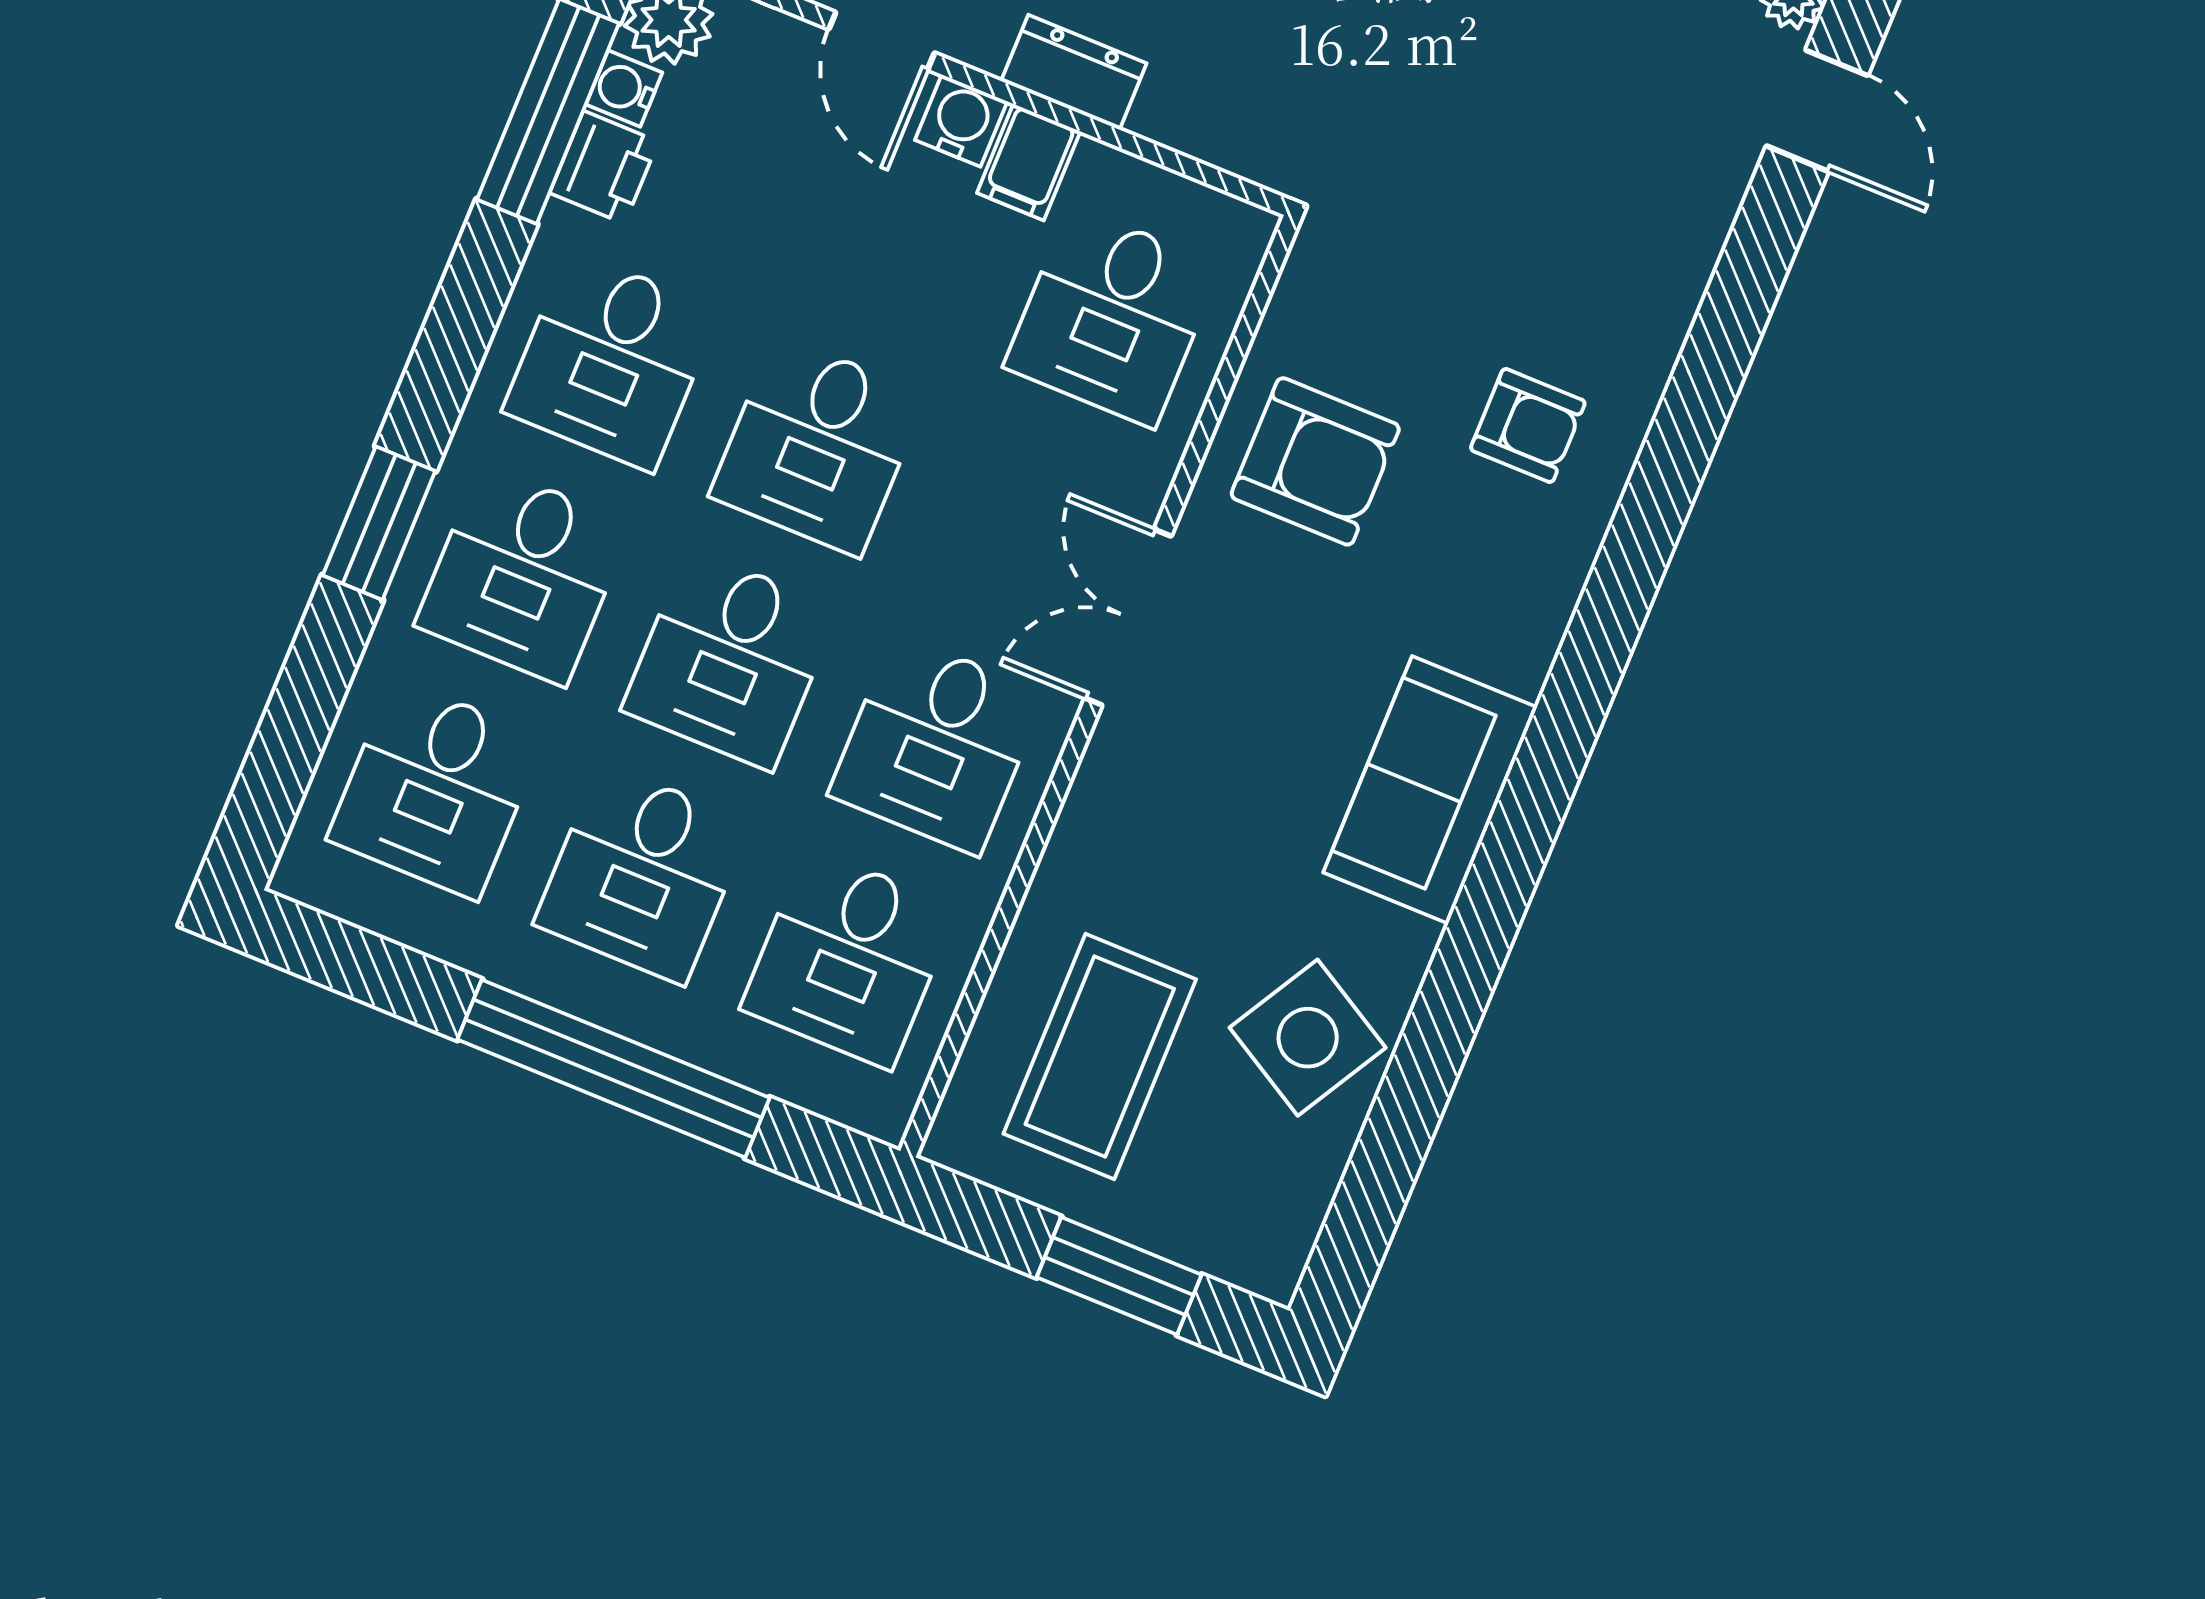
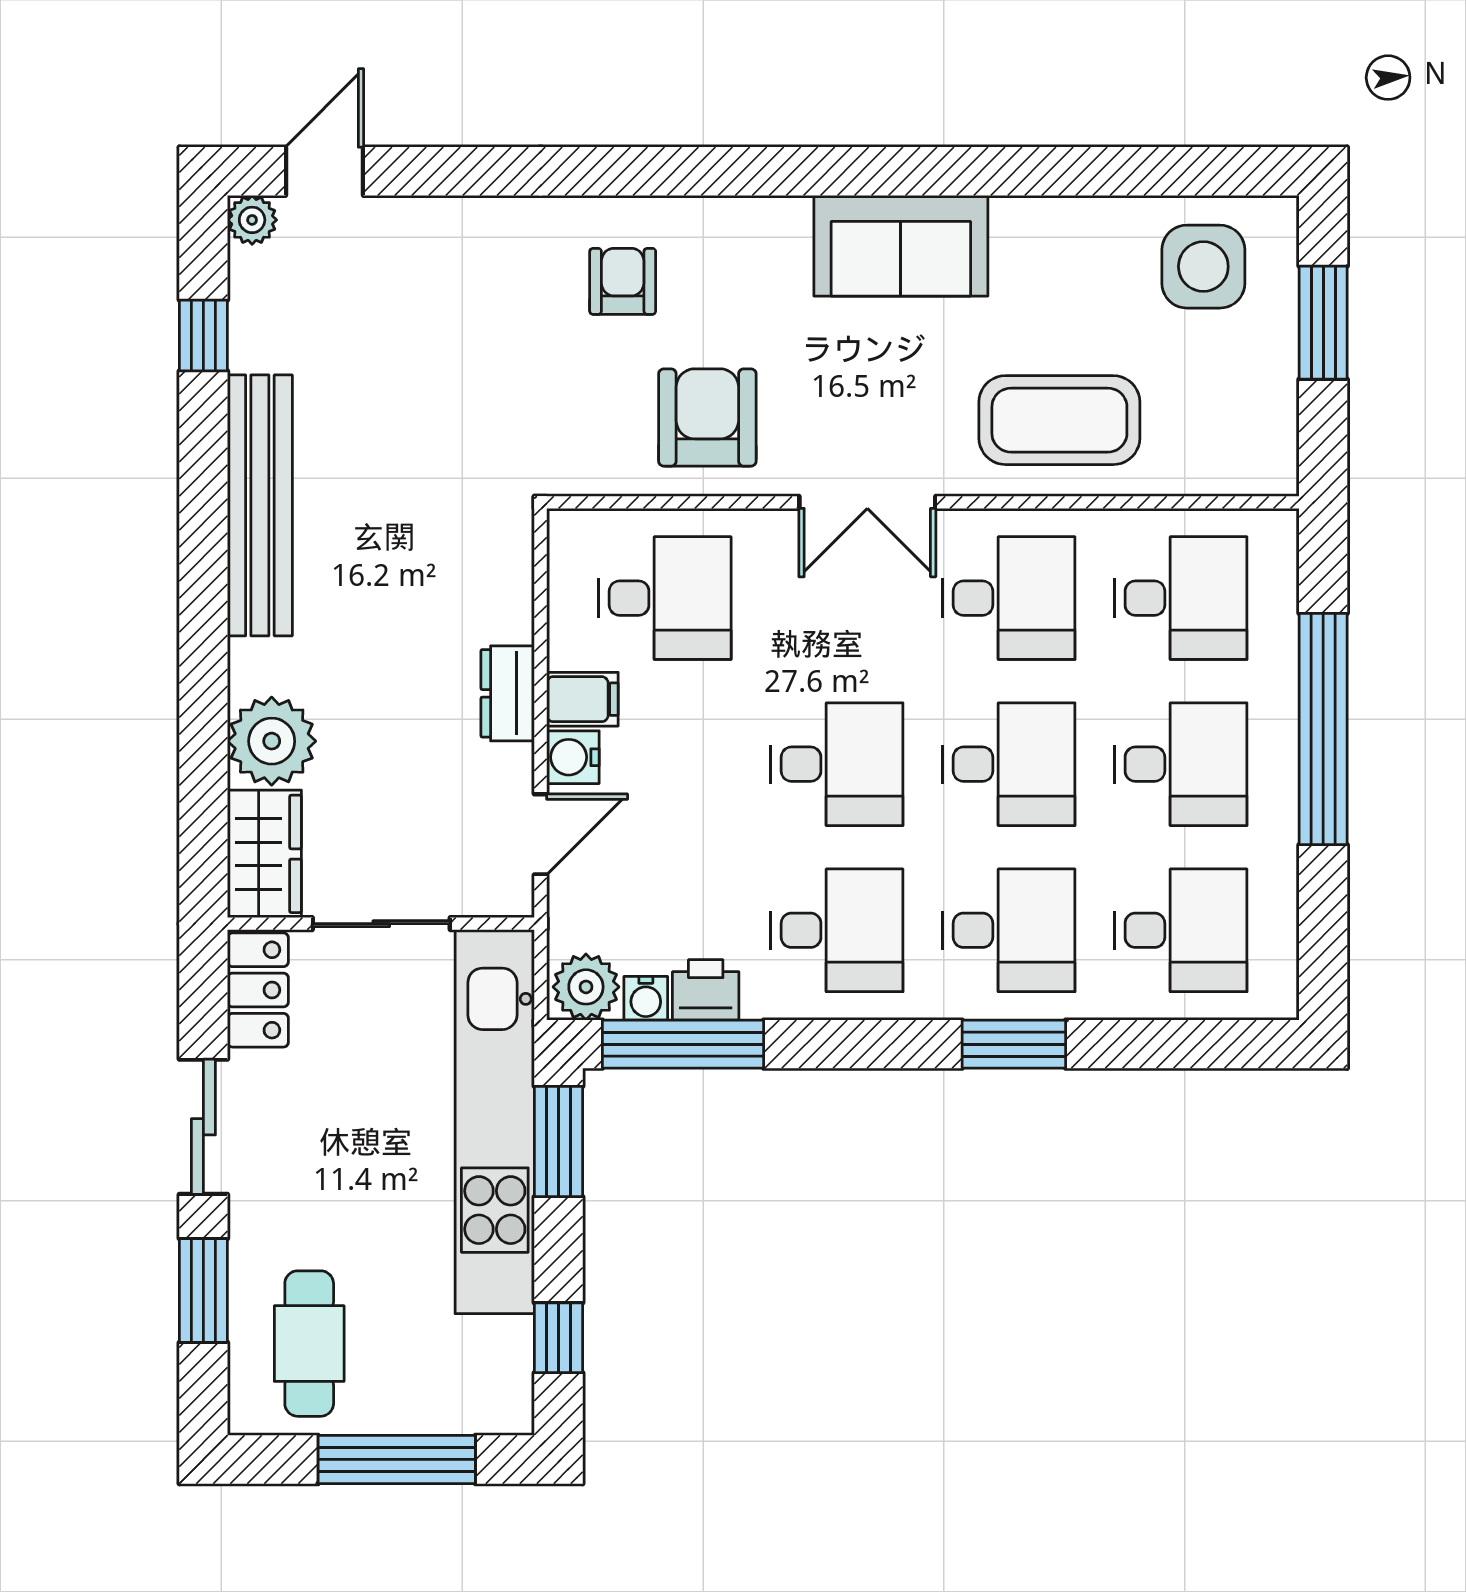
side table: (1308, 1038) -> (1203, 267), moved, turned -30
coffee table: (1100, 1057) -> (1059, 420), moved

